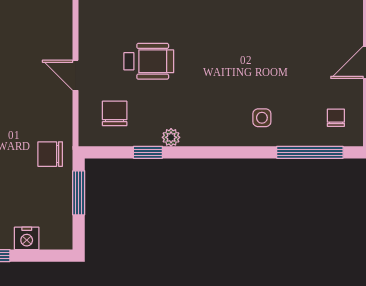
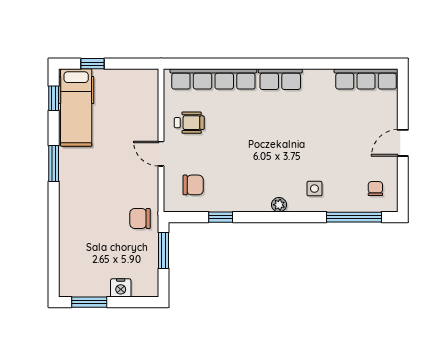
wheelchair: (149, 61) -> (189, 123), moved, width x0.73, depth x0.73
chair: (115, 113) -> (193, 185), turned 90
plant: (171, 137) -> (279, 205), moved

